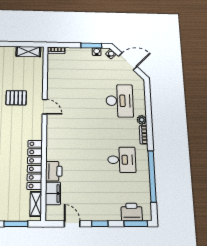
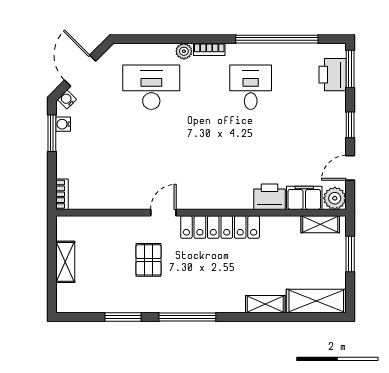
shelving: (28, 52) -> (65, 262), moved
locker: (35, 165) -> (220, 227), moved
plant: (52, 214) -> (335, 198), added

